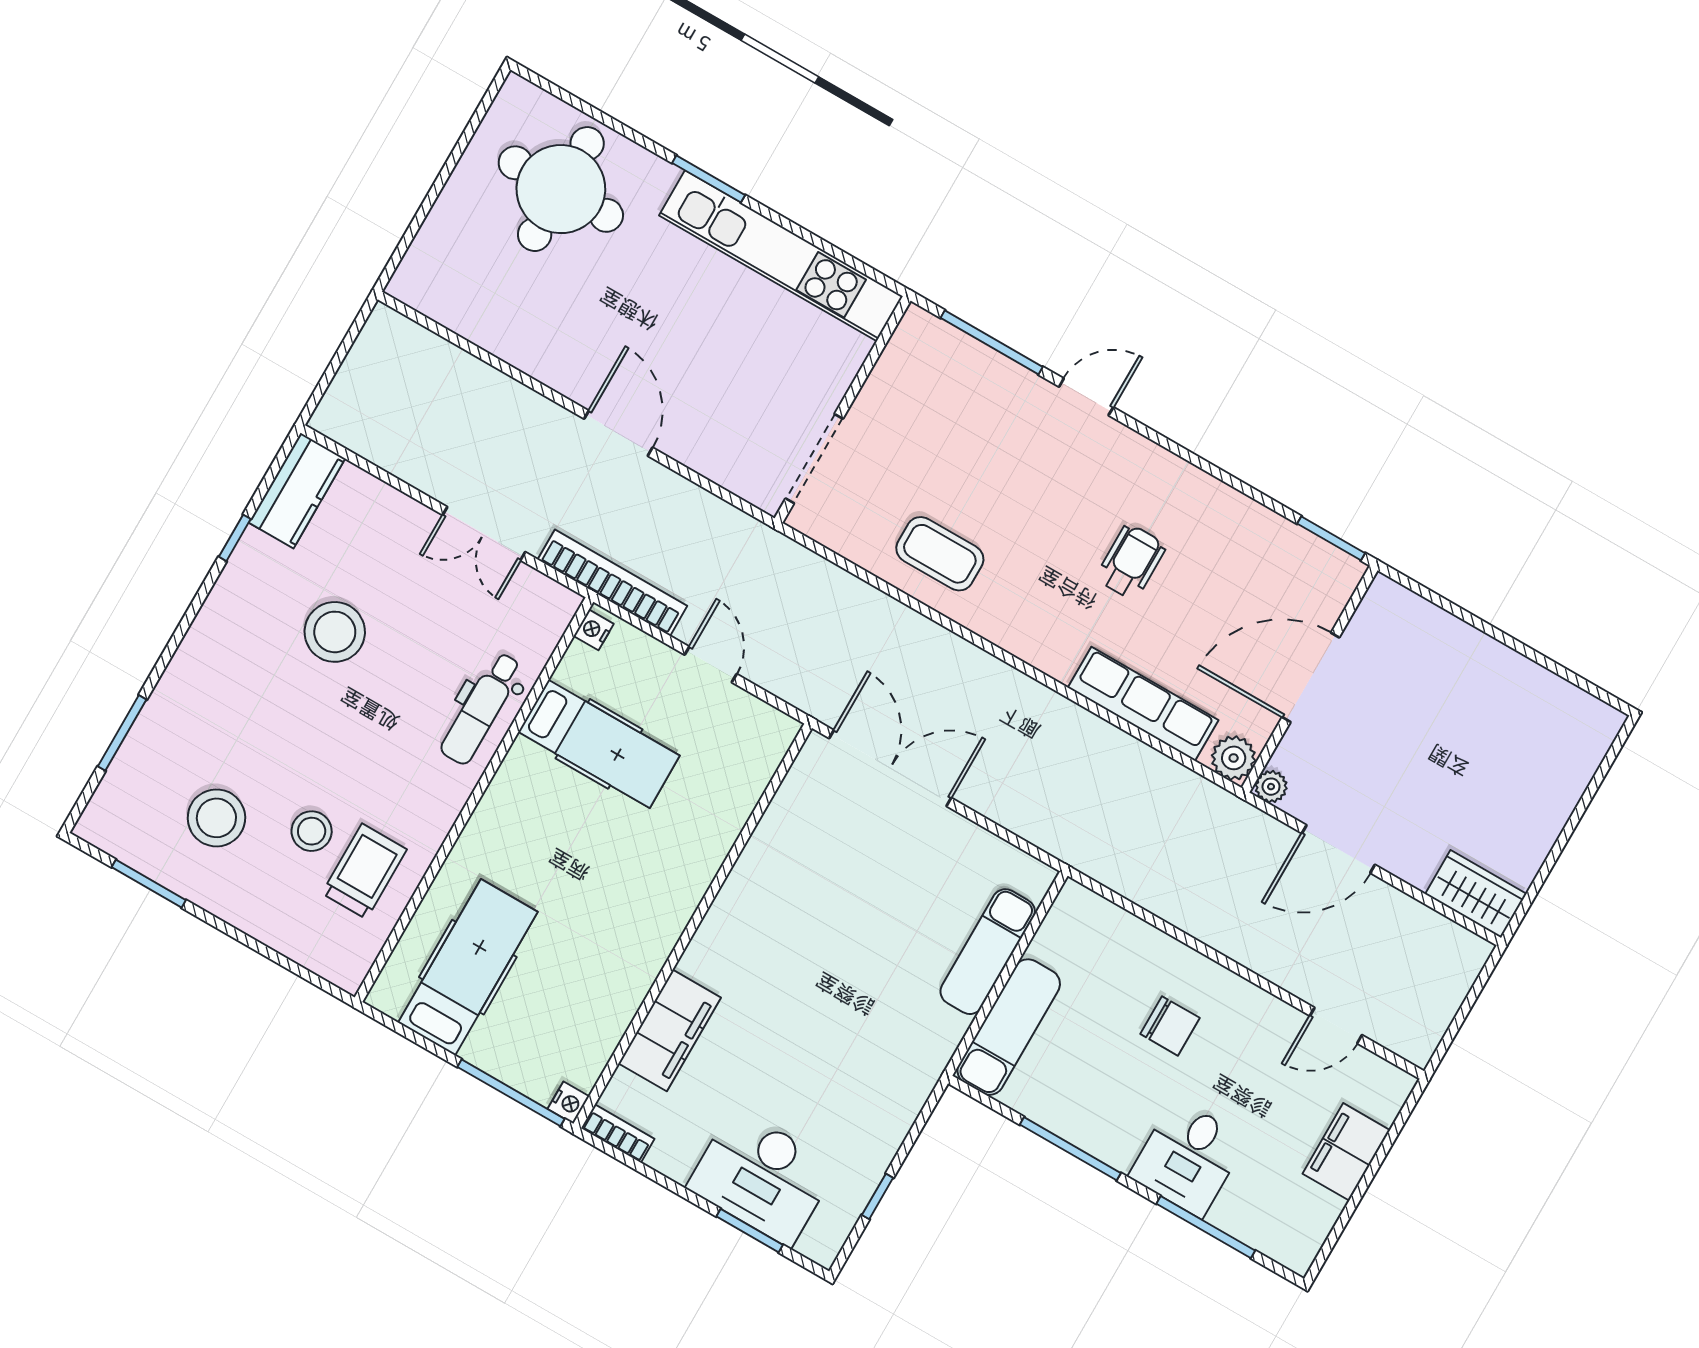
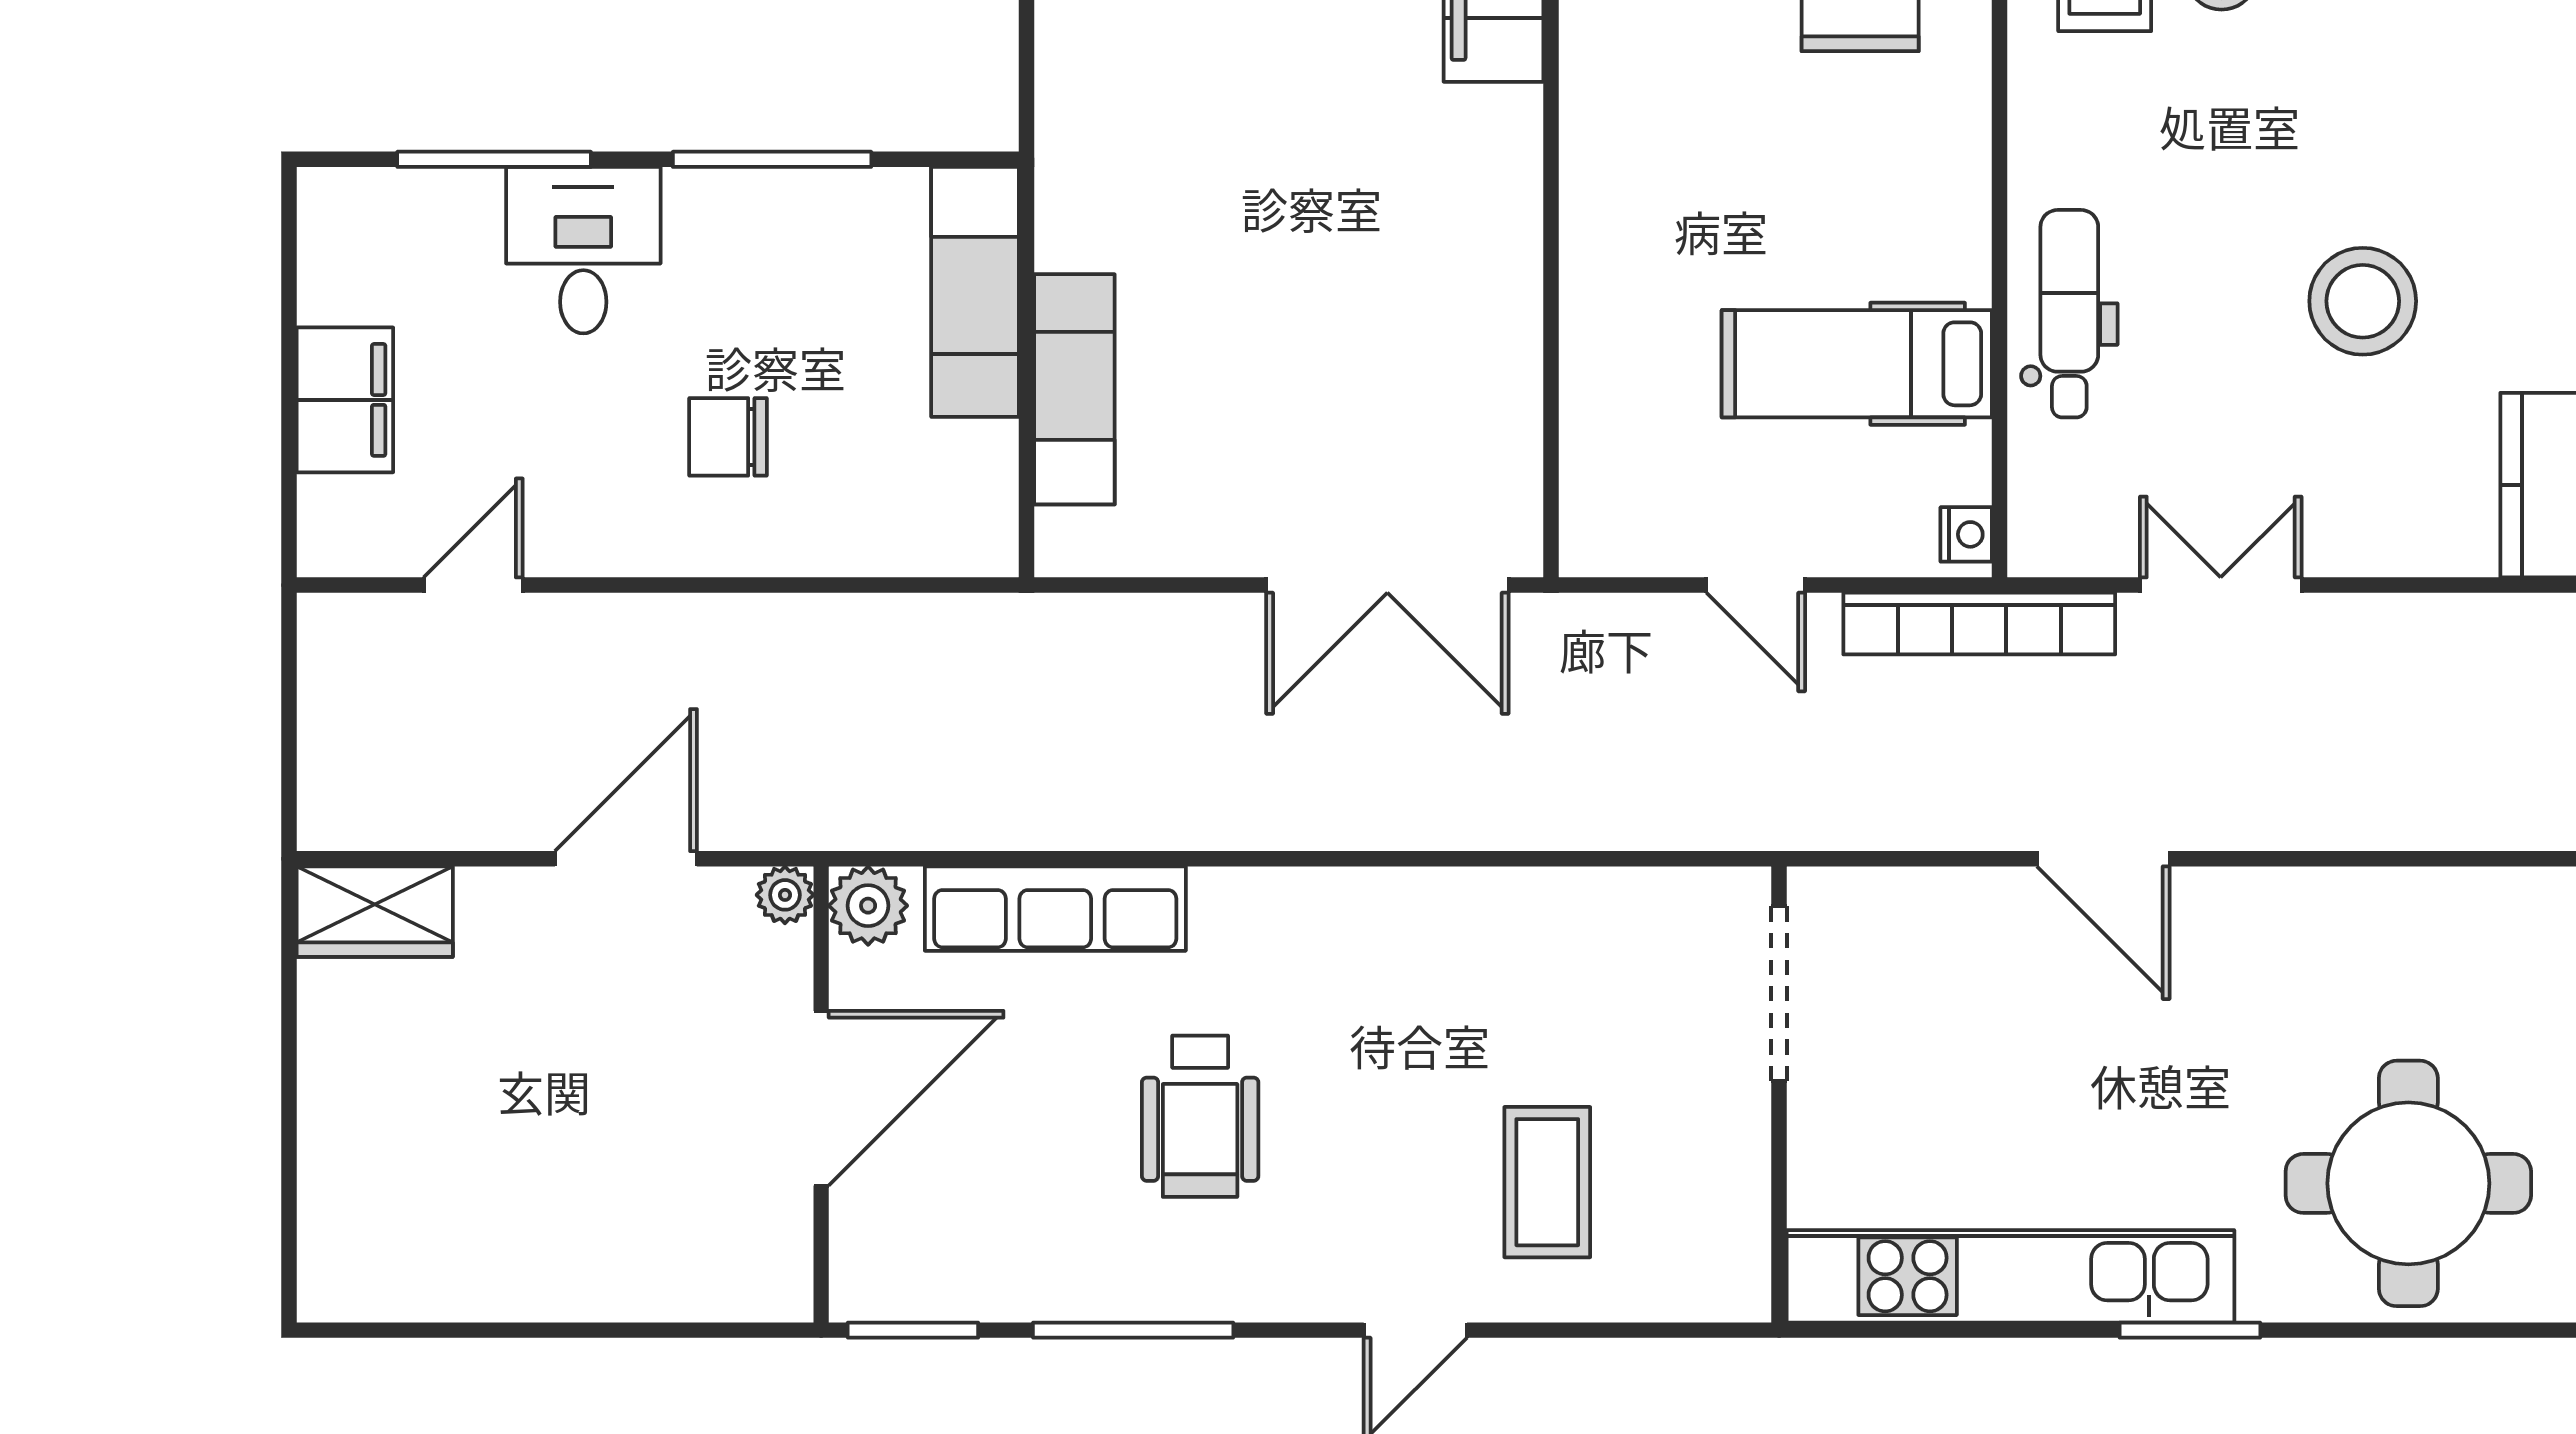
window: (992, 342) -> (1133, 1330), moved
coffee table: (940, 554) -> (1547, 1182), moved, turned 90
wheelchair: (1131, 562) -> (1200, 1116), width x1.36, depth x1.37

